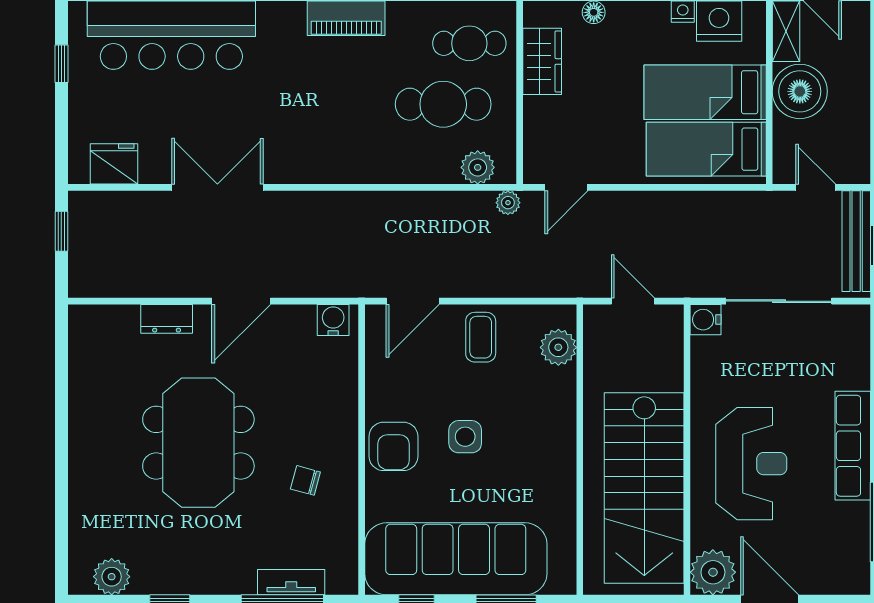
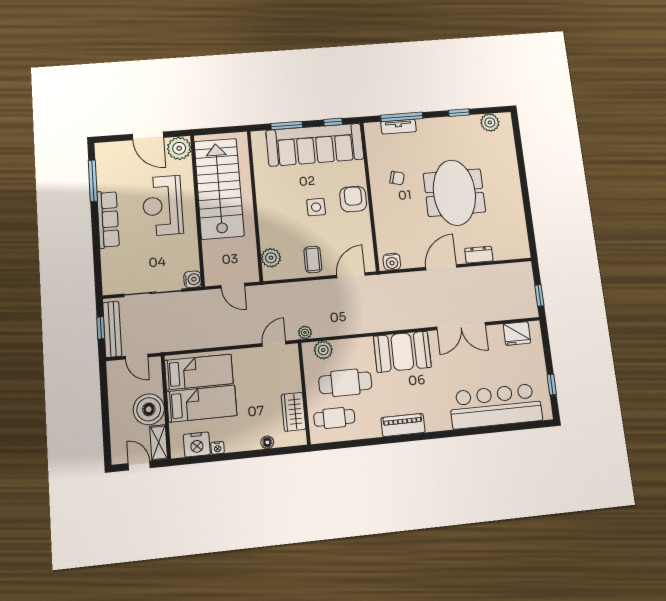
booth: (332, 150) -> (402, 352), added

